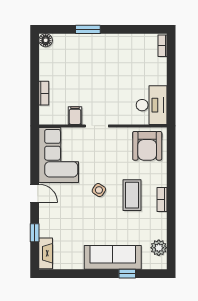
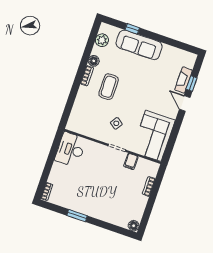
window: (88, 29) -> (77, 216), moved
armchair: (147, 146) -> (84, 120), removed
side table: (99, 190) -> (116, 123), moved
door: (35, 193) -> (185, 103), moved
floor lamp: (160, 220) -> (94, 61), added
fireplace: (46, 253) -> (184, 80), moved

